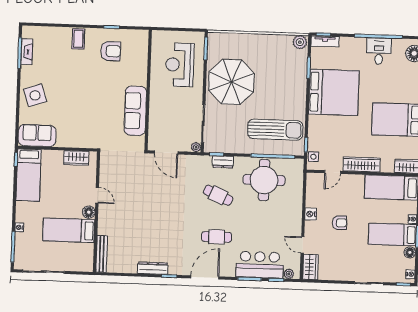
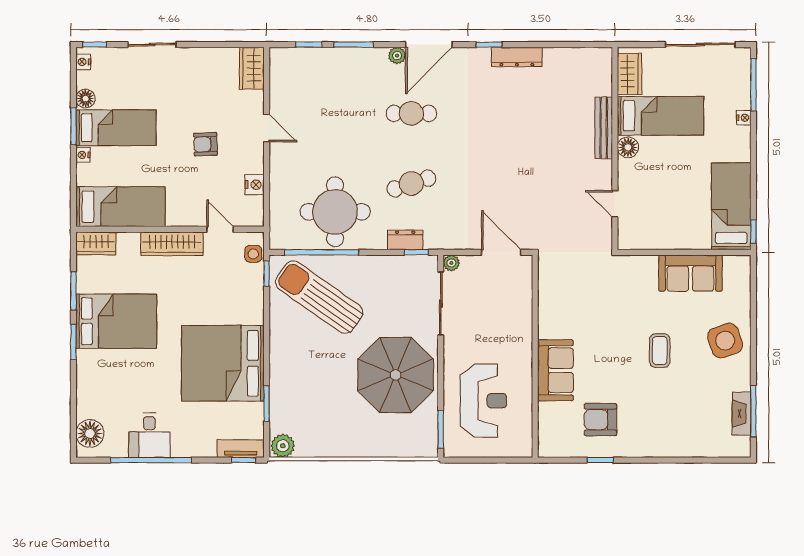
coffee table: (78, 39) -> (660, 351), moved
sofa: (135, 111) -> (555, 370), moved, width x0.73
sun lounger: (275, 130) -> (319, 297), turned 35
sofa: (37, 136) -> (690, 273), moved
wardrobe: (76, 158) -> (629, 74), moved, turned 90
door: (333, 172) -> (220, 229), hinge flipped
door: (97, 195) -> (615, 204), moved
cafe table: (218, 195) -> (411, 184), turned -42
nightstand: (311, 214) -> (255, 185), moved
door: (302, 245) -> (267, 128), moved
bench: (102, 254) -> (604, 128), moved
bar counter: (260, 265) -> (337, 69), removed
plant: (289, 274) -> (397, 56), moved

